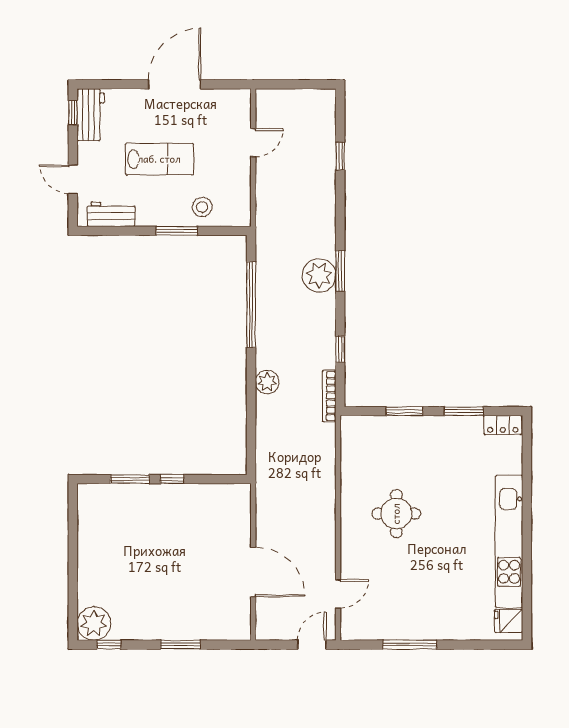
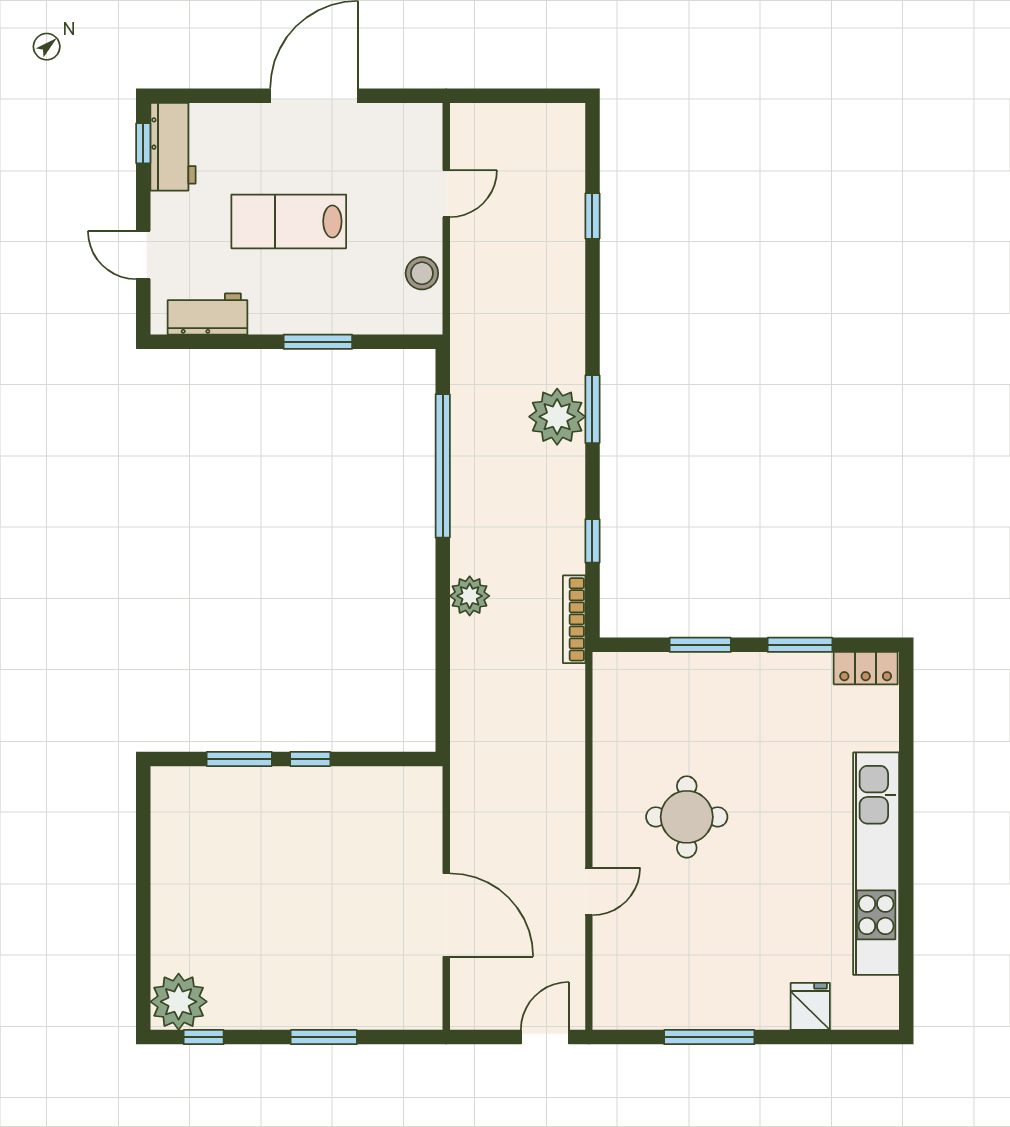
lab bench: (159, 159) -> (289, 221), turned 180
stool: (202, 207) -> (422, 273), moved
door: (338, 594) -> (589, 891), moved
fridge: (509, 621) -> (810, 1006), moved, turned 90

